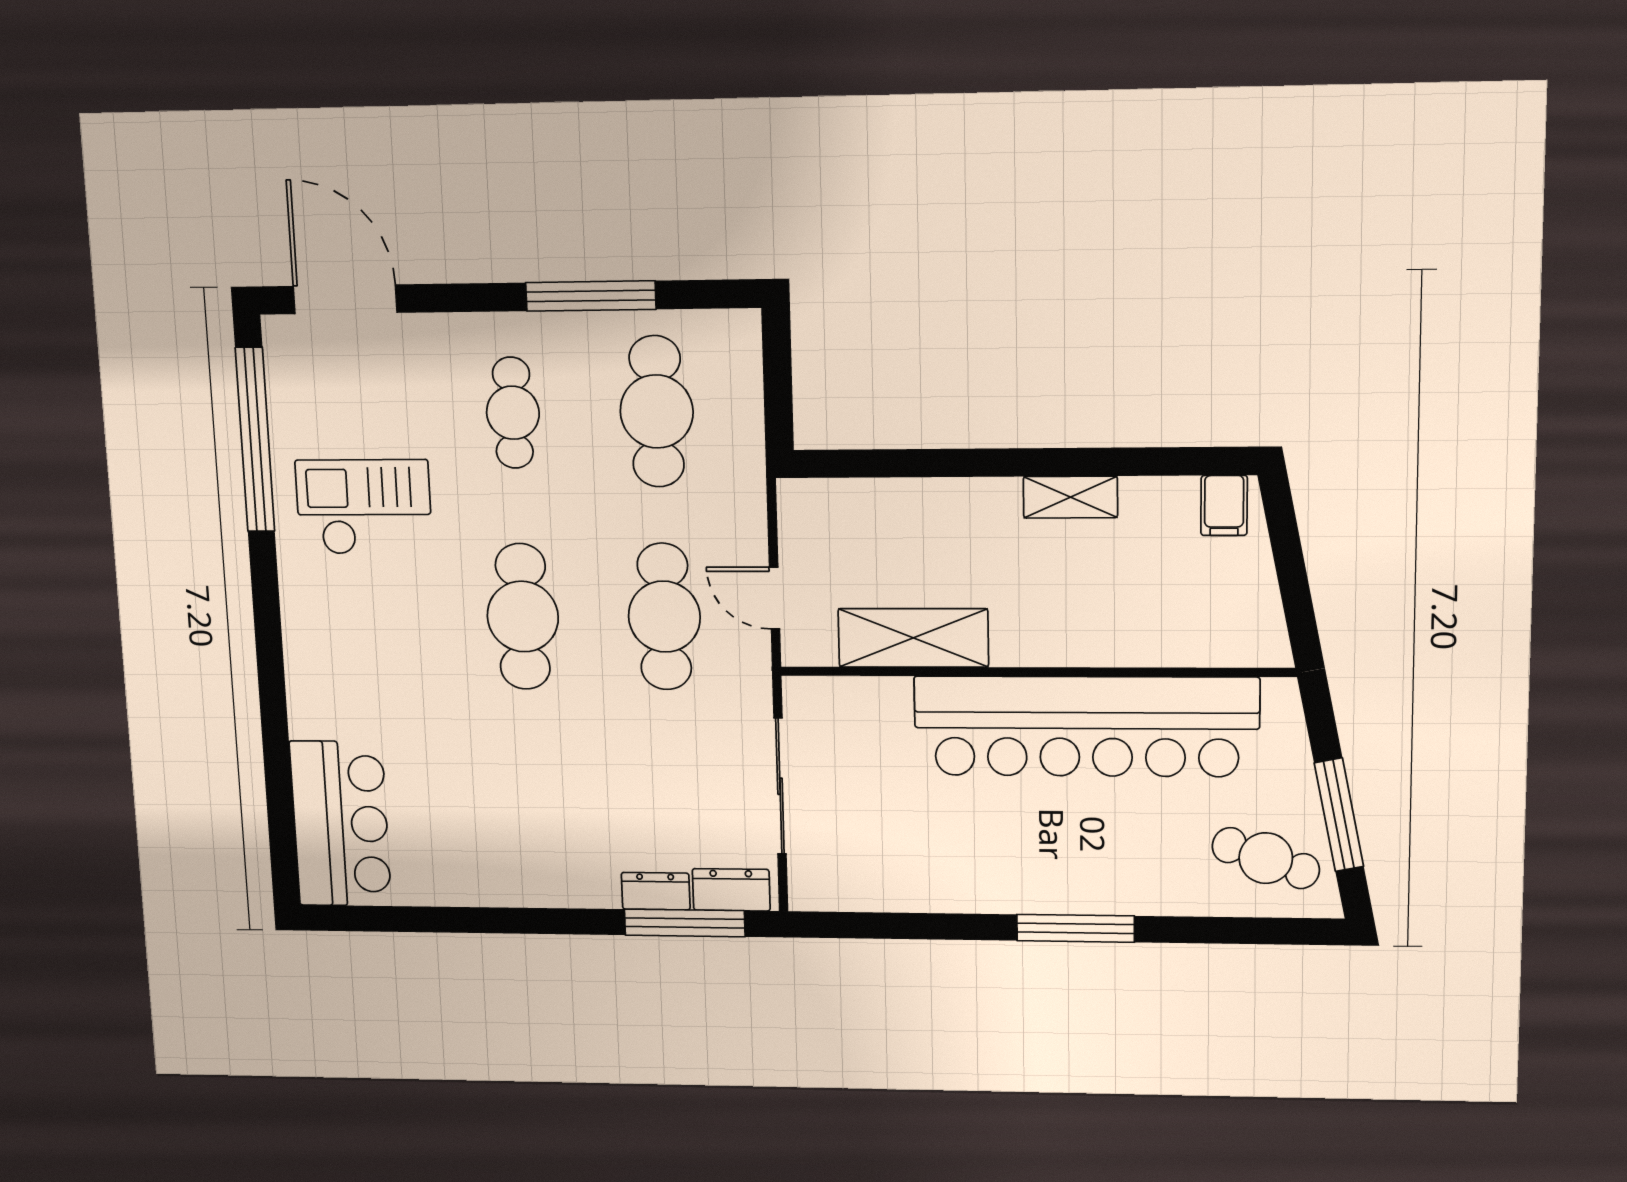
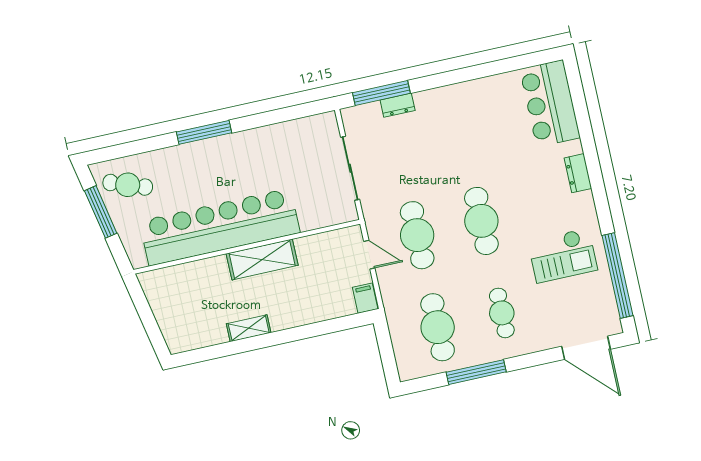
filing cabinet: (1224, 505) -> (365, 298), moved
shelving: (913, 638) -> (262, 259), moved
dresser: (731, 890) -> (578, 173), moved, turned 90

